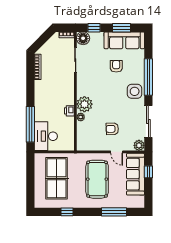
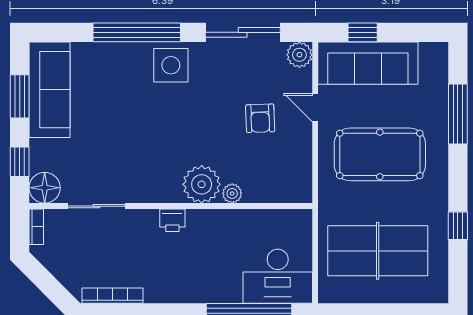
armchair: (116, 66) -> (111, 109), removed
printer: (69, 111) -> (172, 220), moved
door: (117, 152) -> (315, 108), swing flipped

